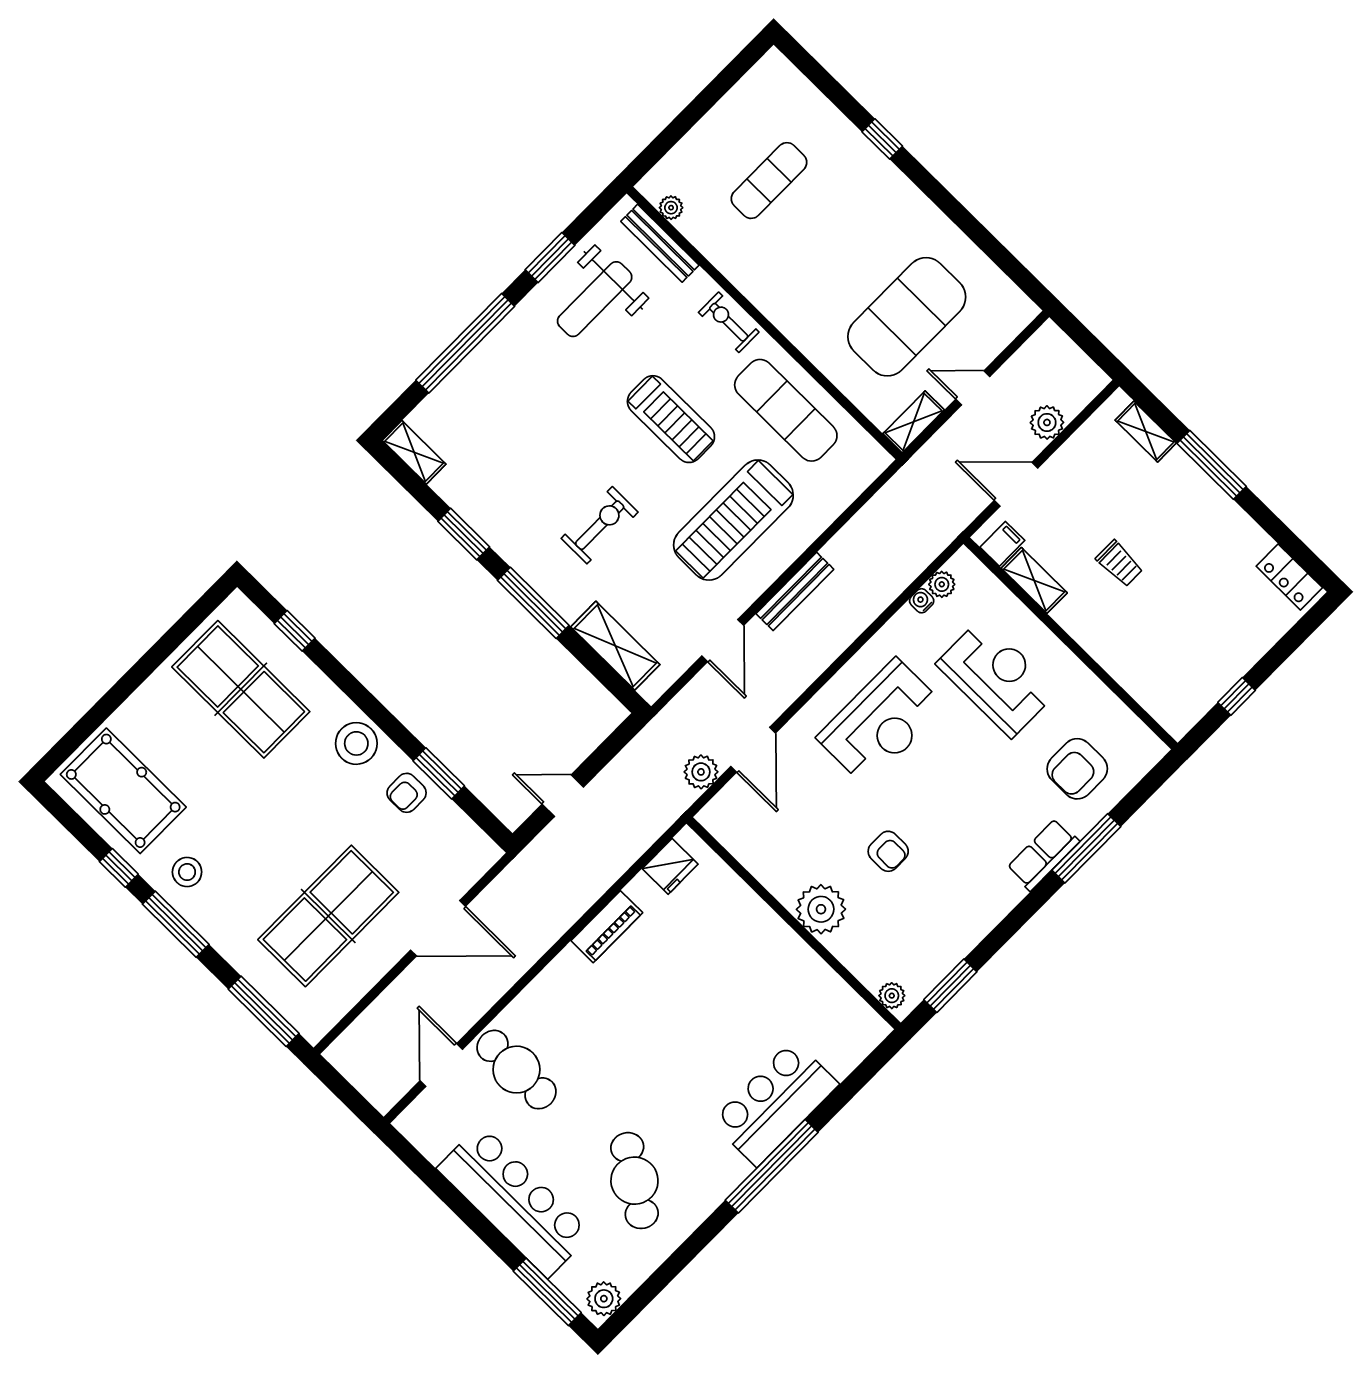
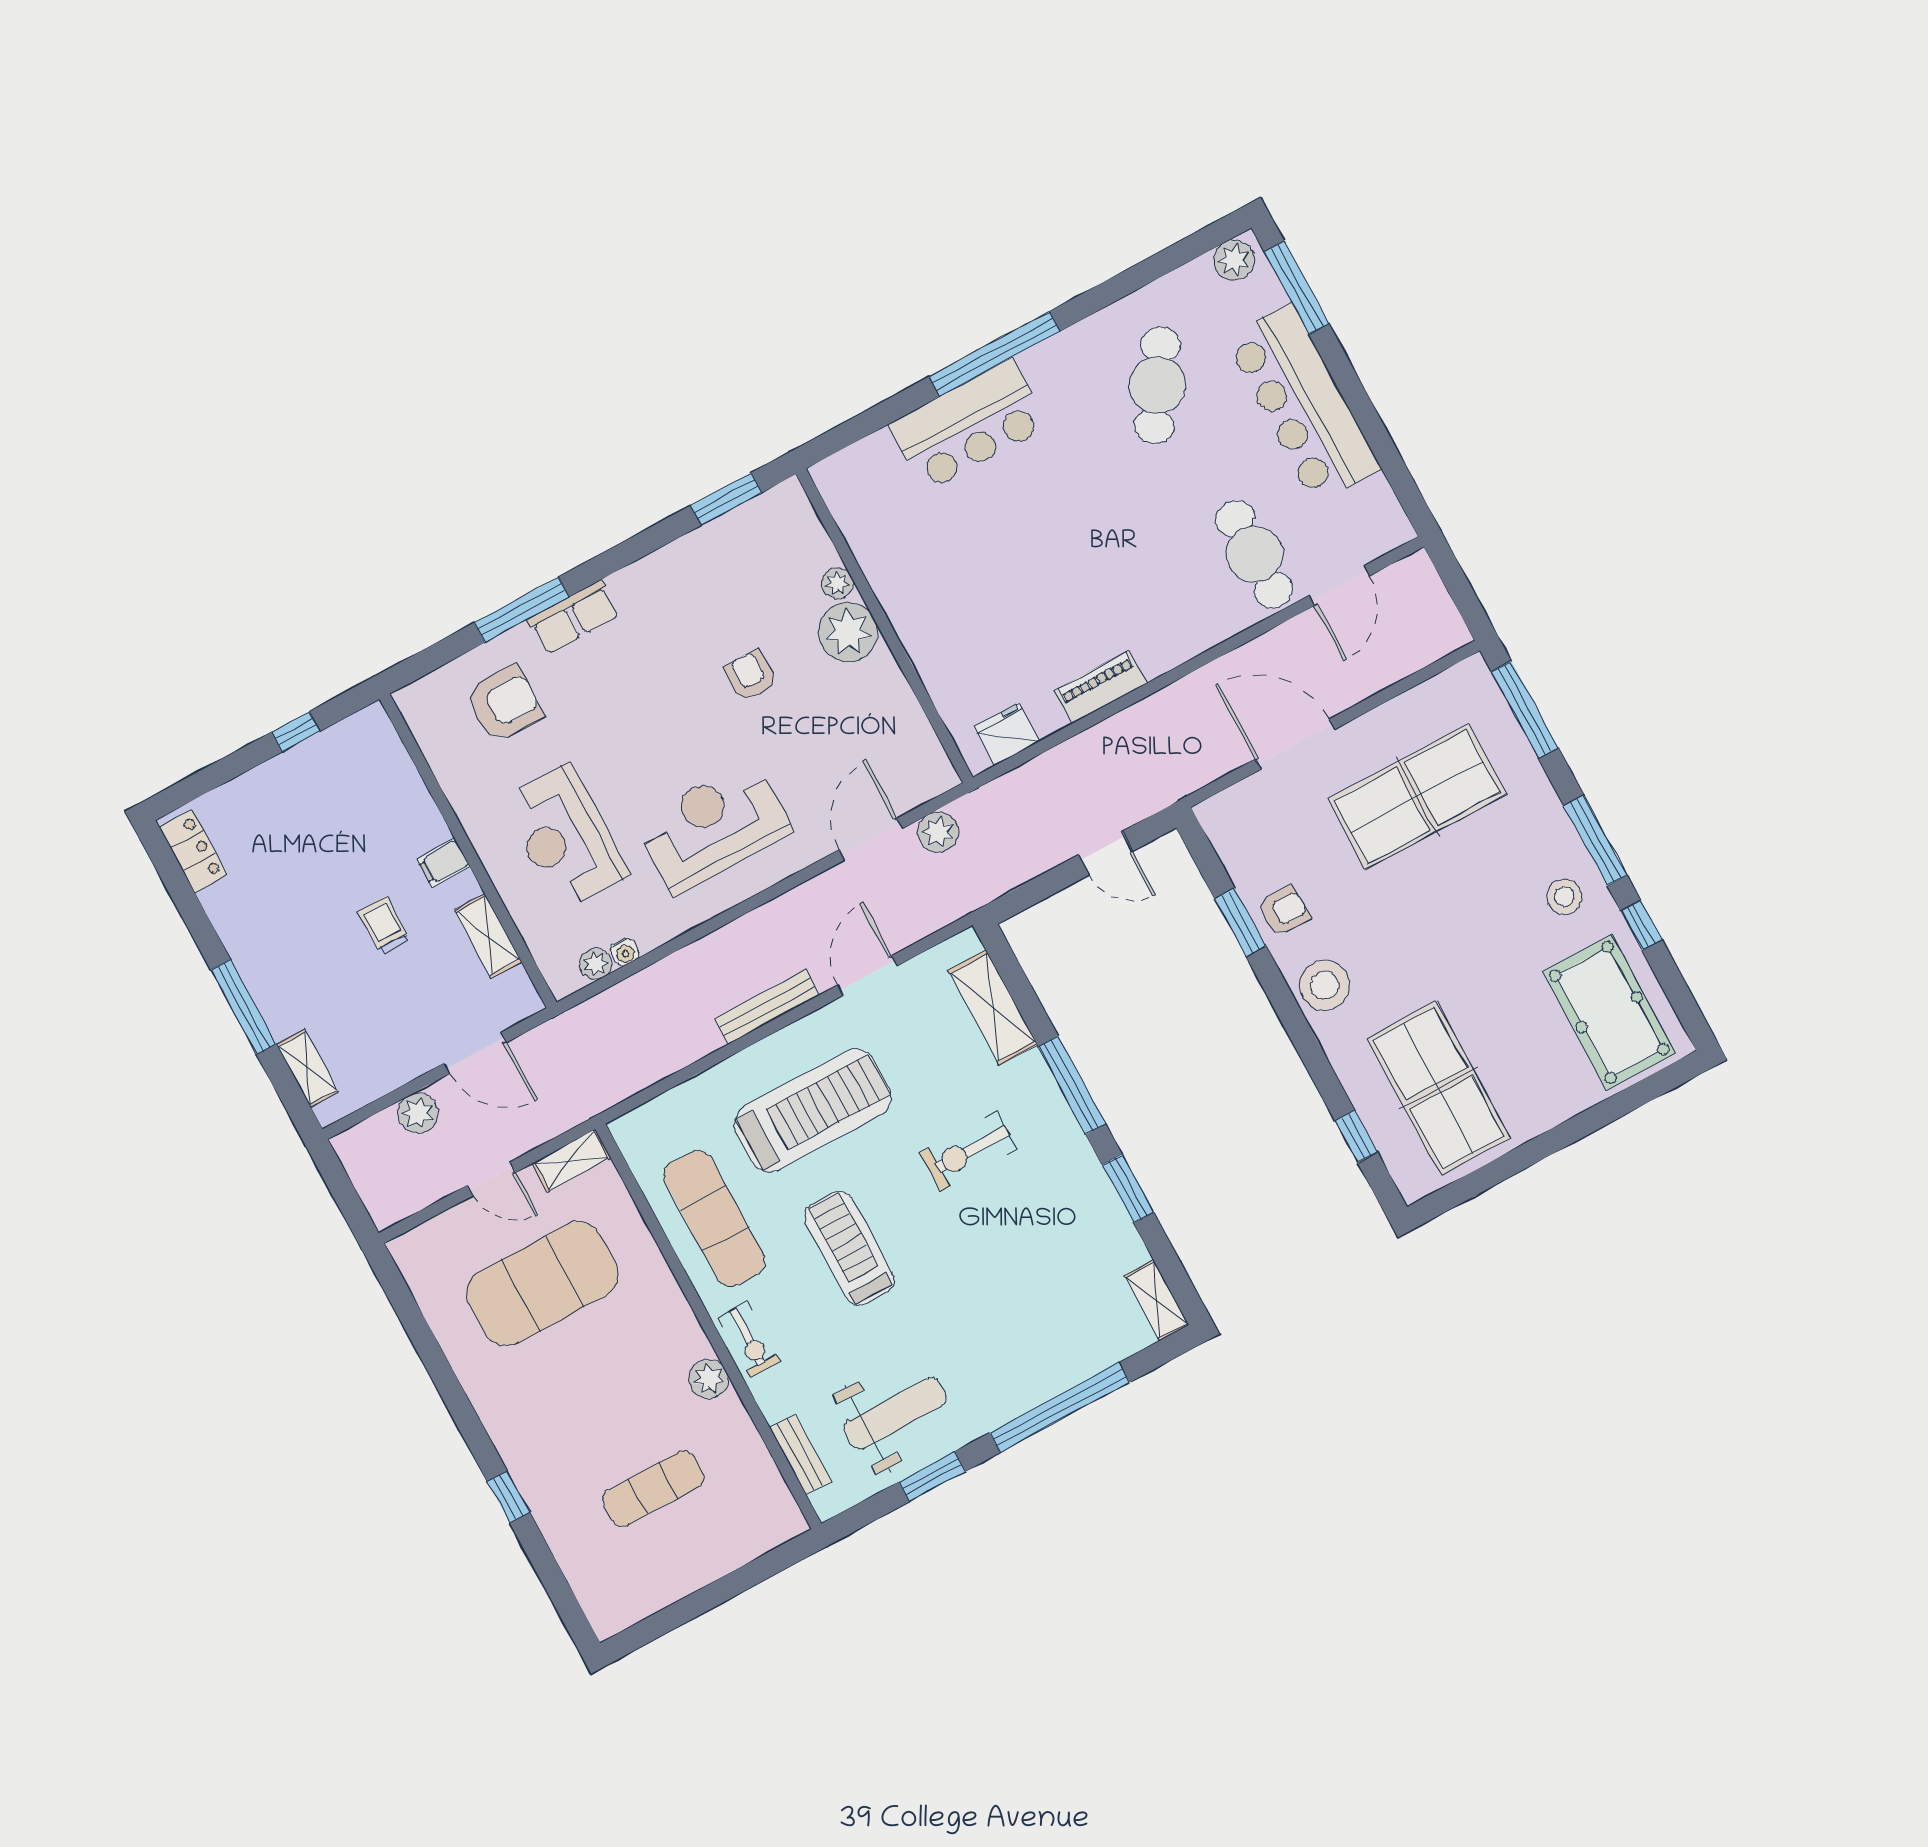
plant: (671, 208) -> (708, 1379), moved, width x1.38, depth x1.38
bench: (660, 243) -> (801, 1455), width x0.73
filing cabinet: (1002, 544) -> (443, 863), moved
plant: (892, 996) -> (837, 583), moved

